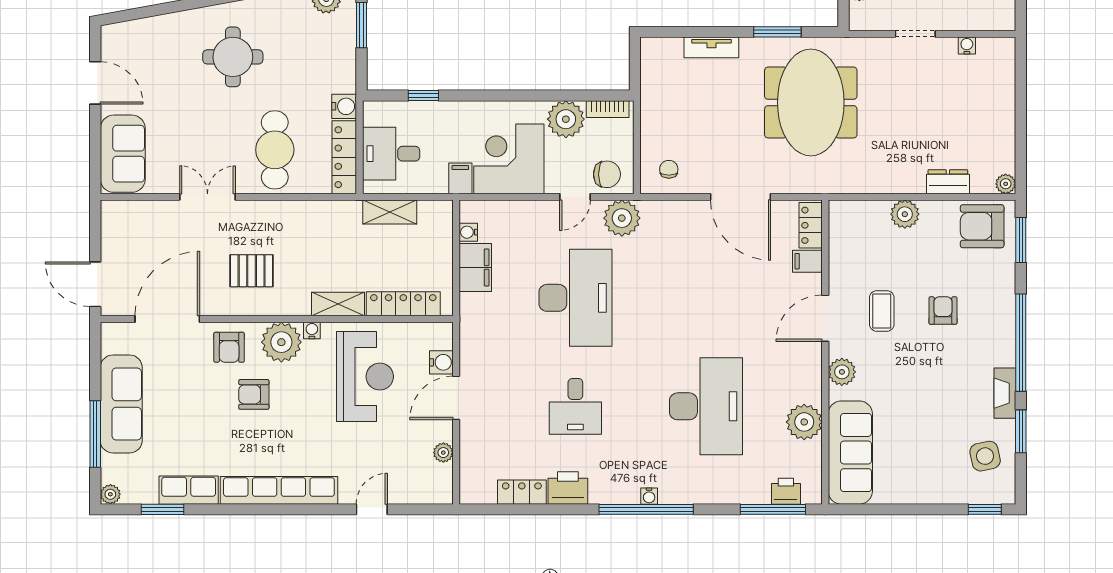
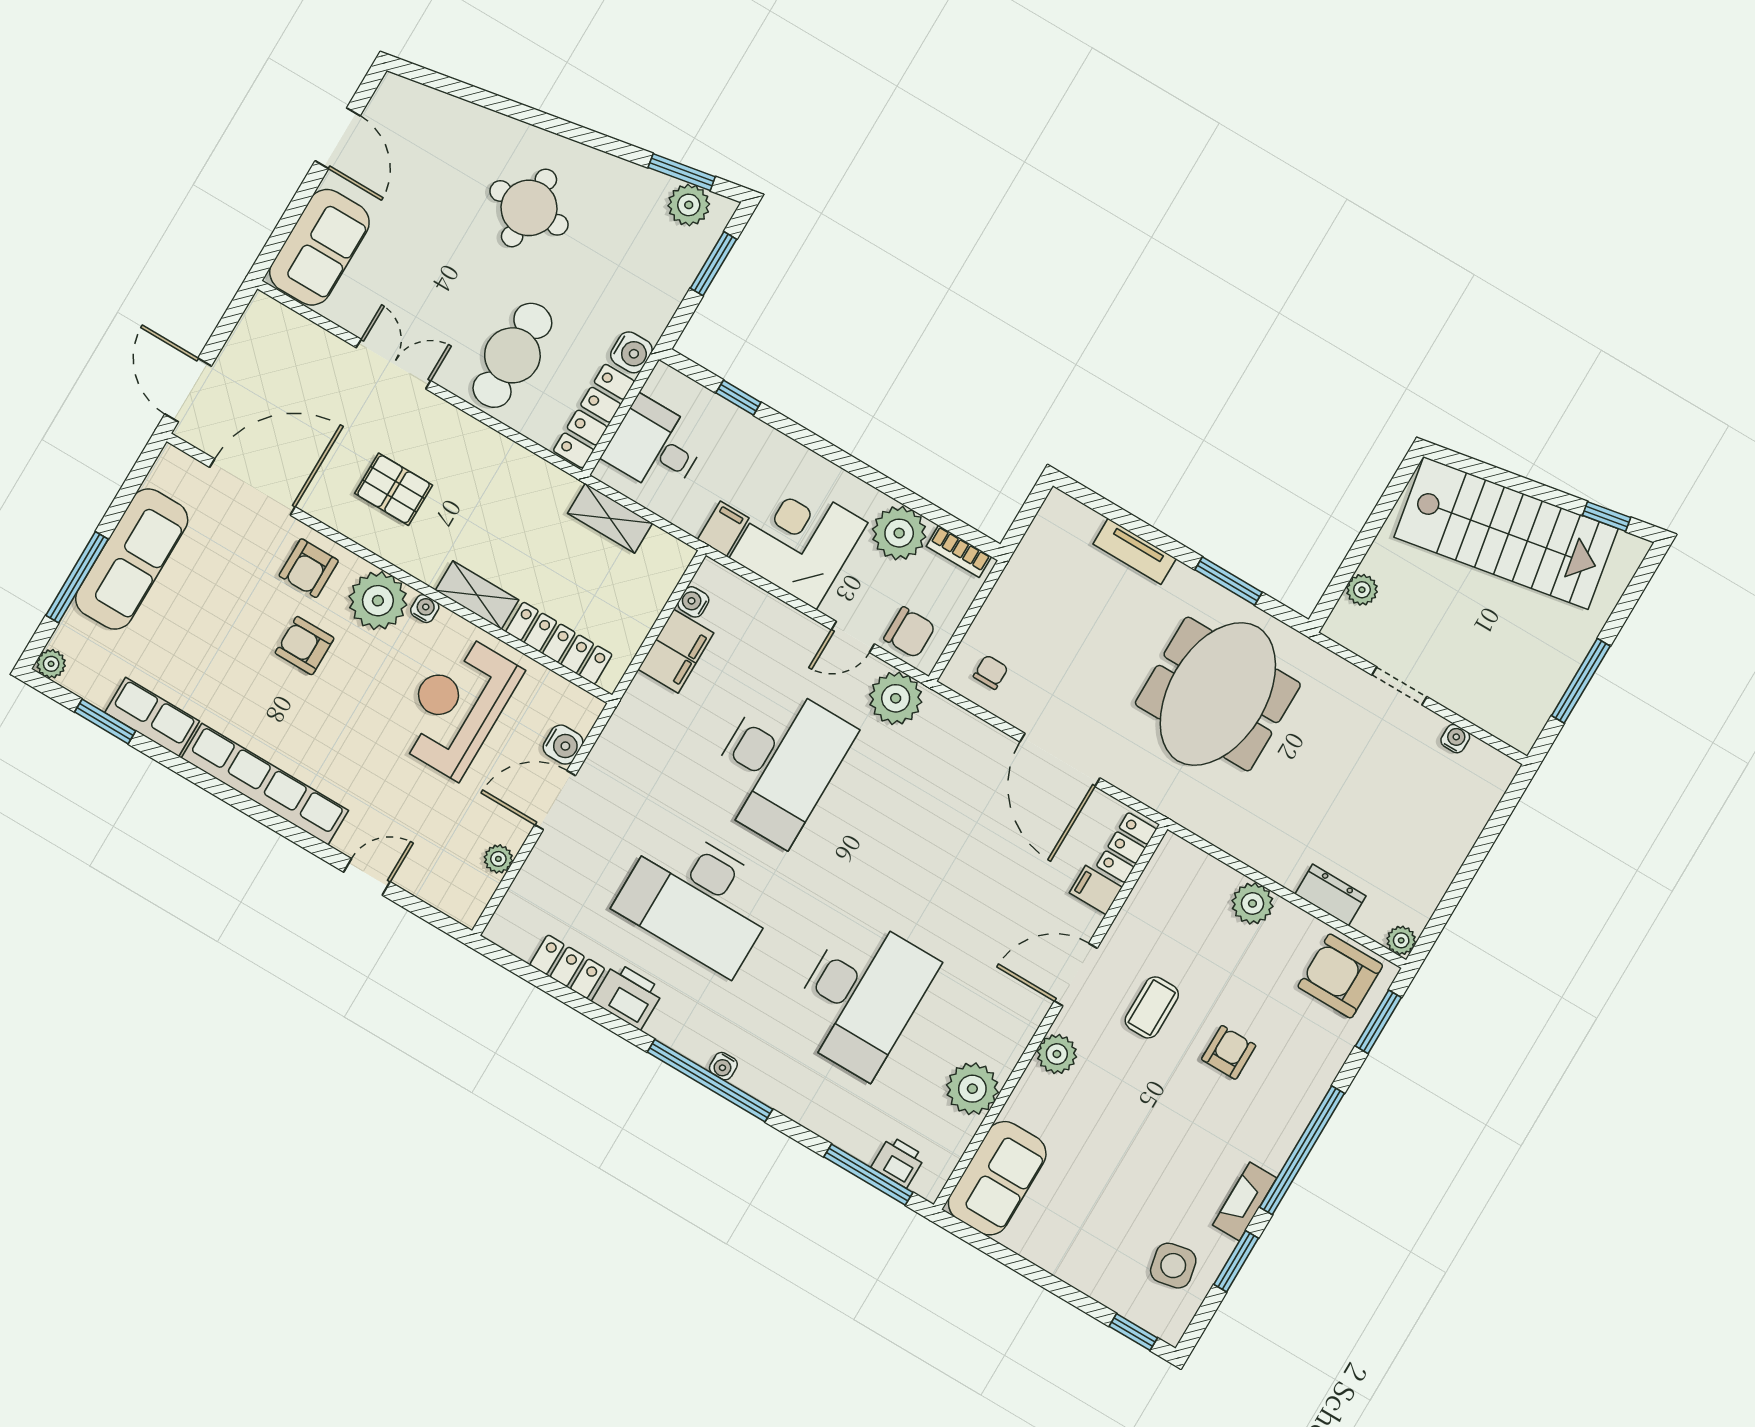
reception desk: (365, 377) -> (457, 706), turned 180
desk: (575, 406) -> (698, 899), width x1.87, depth x1.30
sofa: (850, 453) -> (997, 1178), width x0.73

